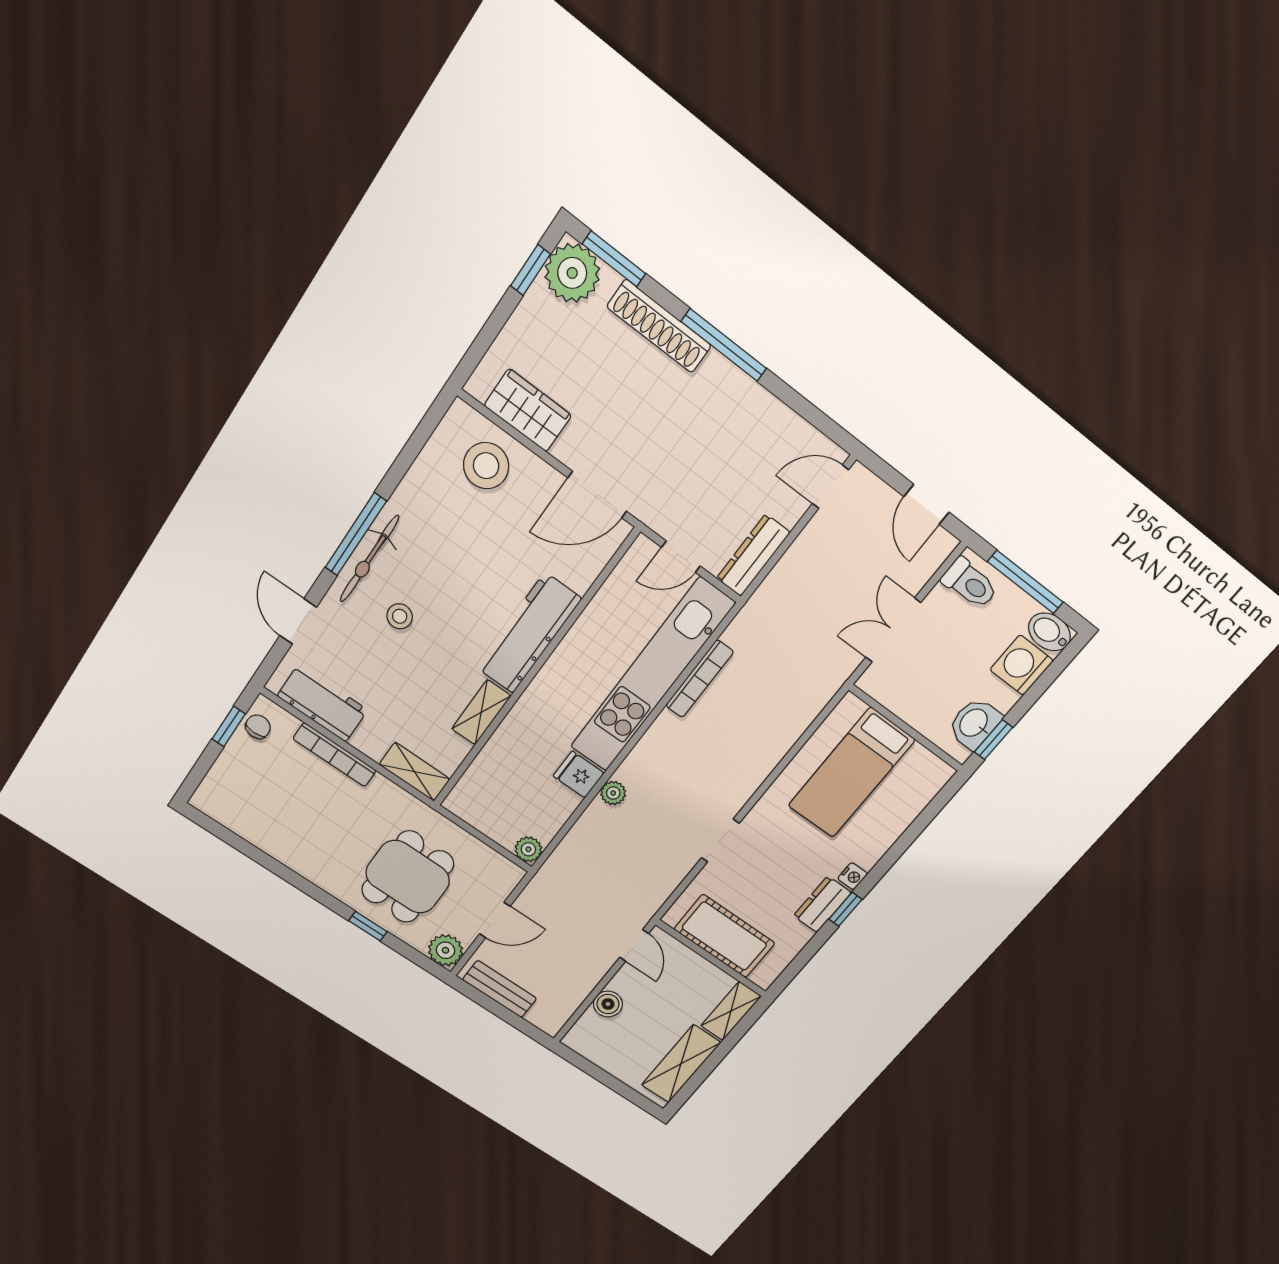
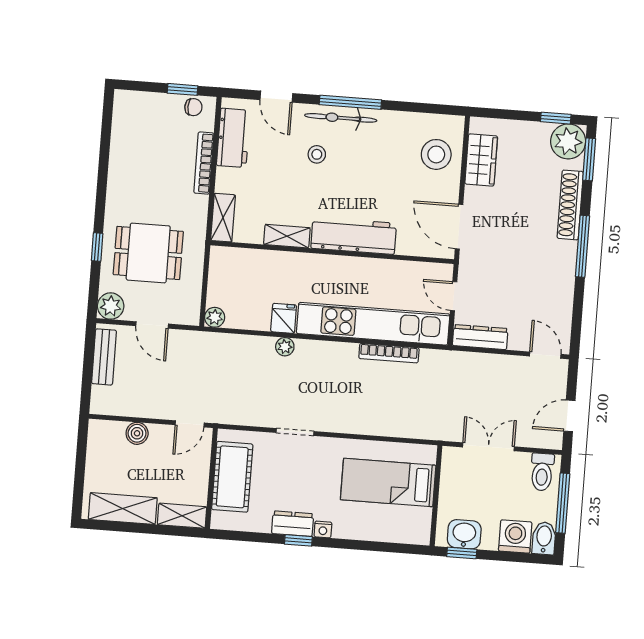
door: (298, 621) -> (276, 97), swing flipped

